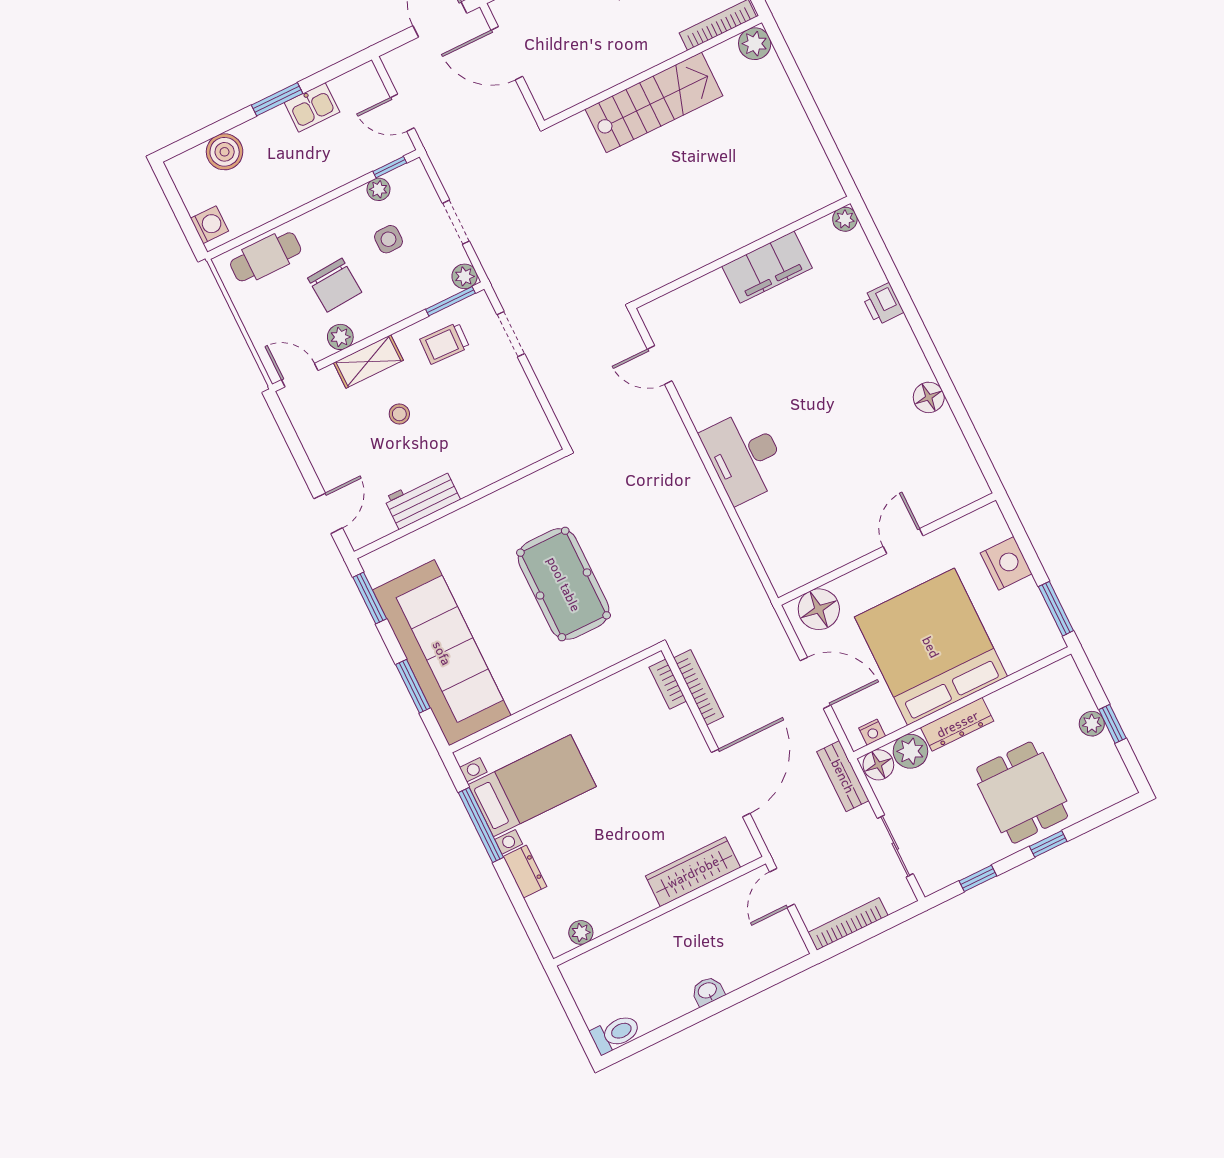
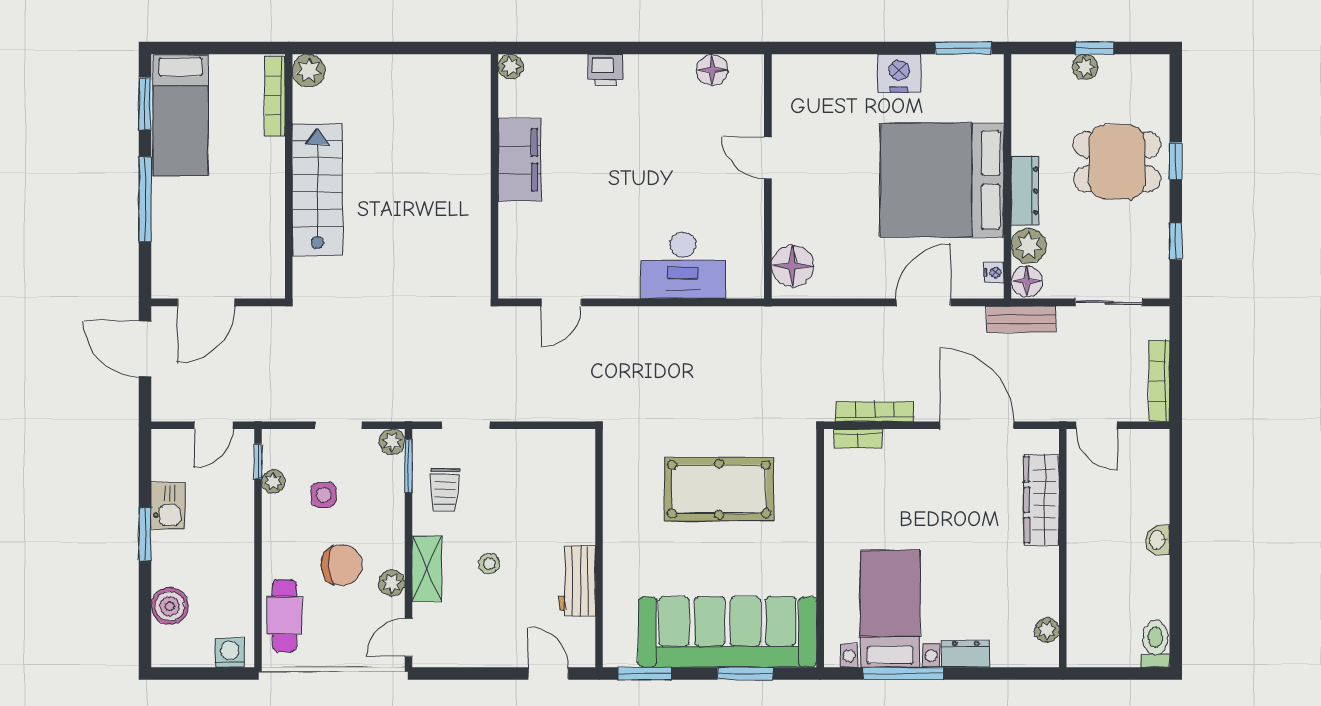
door: (903, 541) -> (768, 158), moved
wall: (887, 549) -> (768, 176), moved
floor lamp: (819, 609) -> (793, 266), moved

